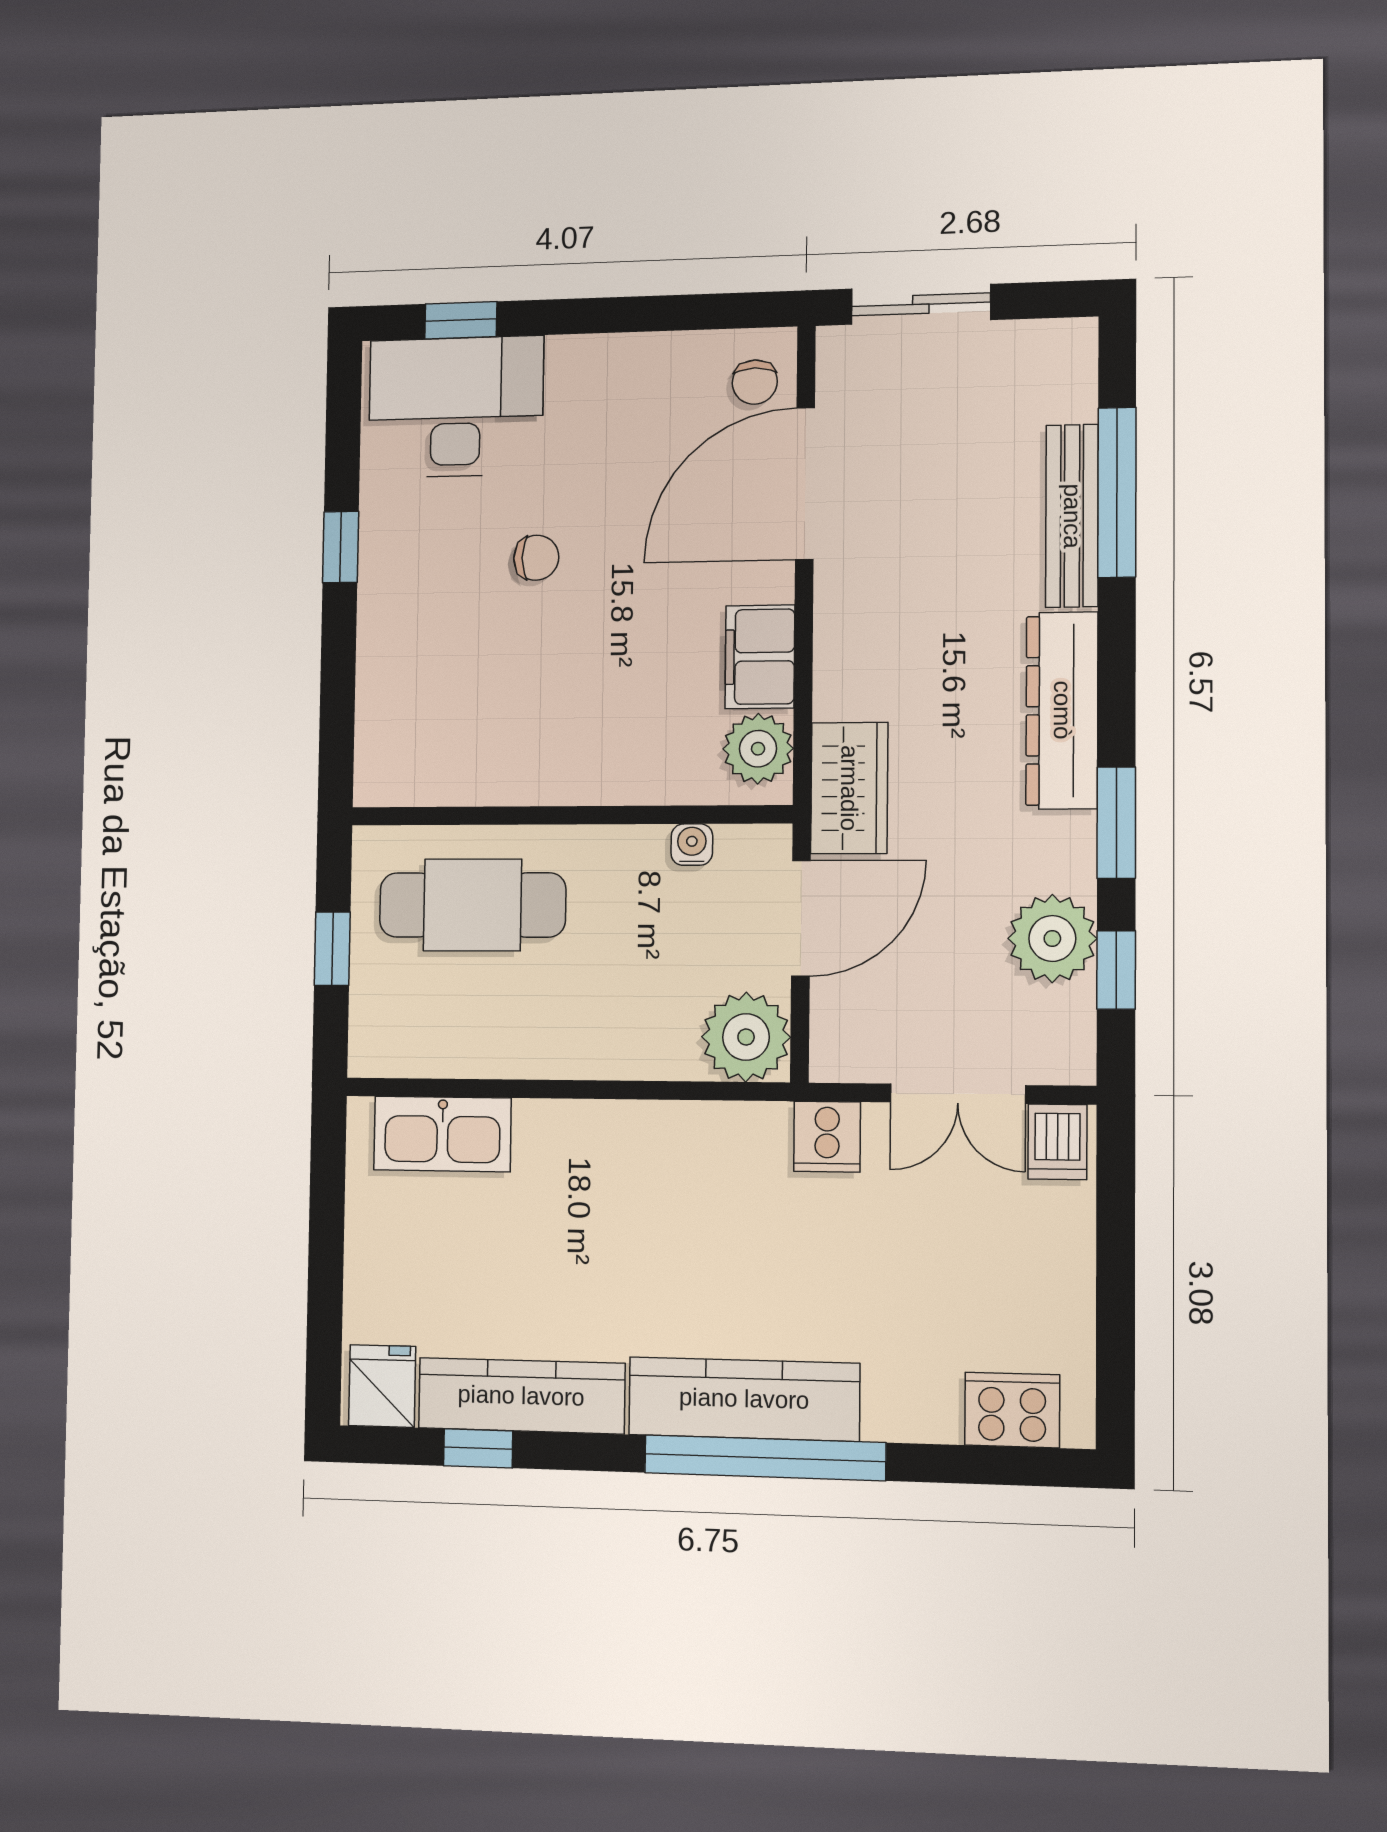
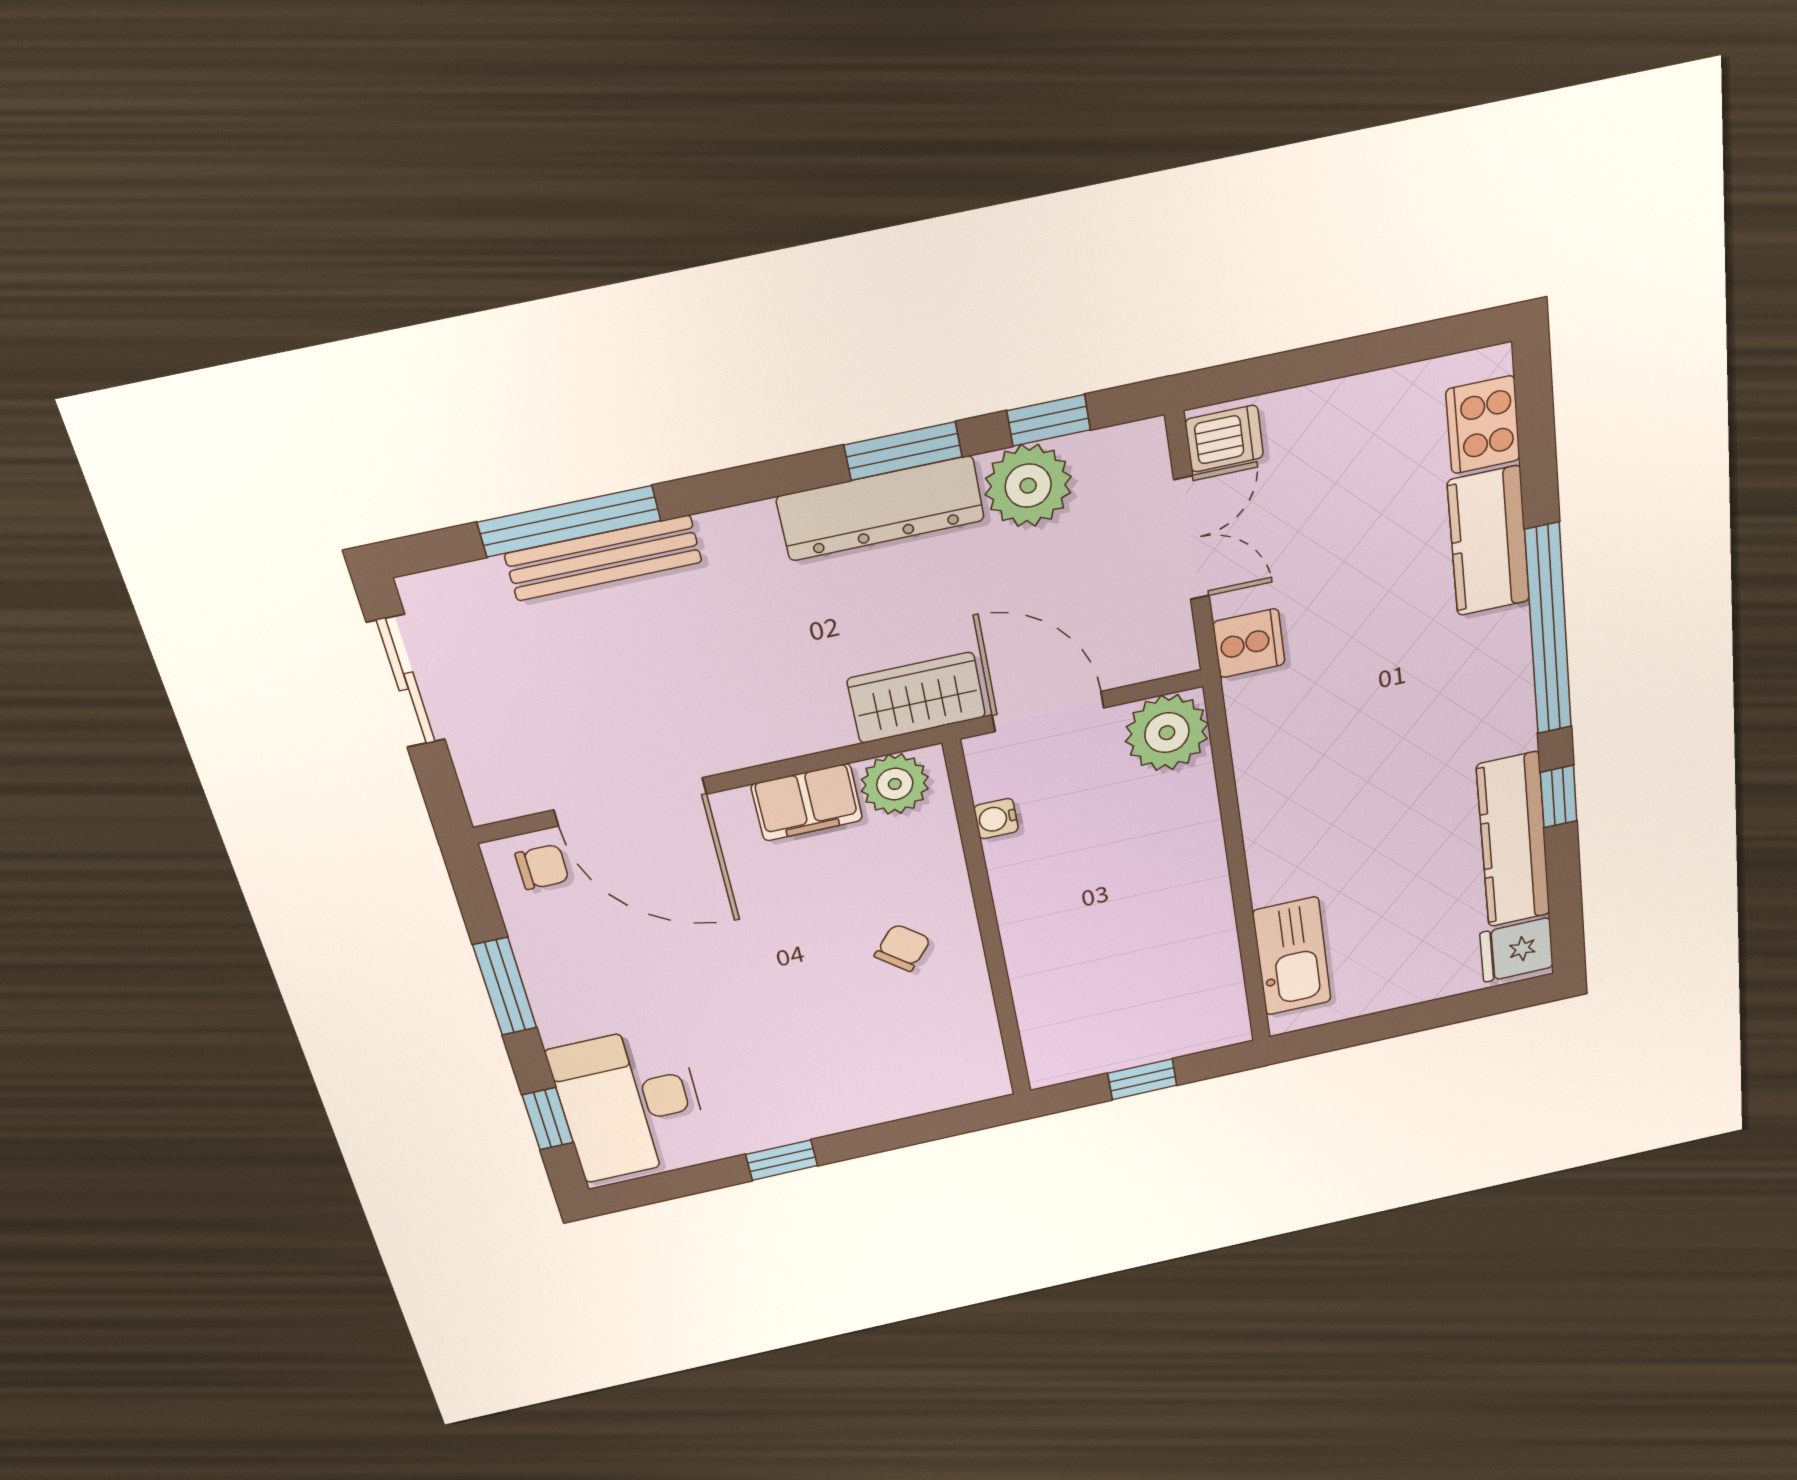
sliding door: (921, 304) -> (406, 681), moved
window: (629, 314) -> (505, 986), added
chair: (536, 558) -> (903, 948), moved, turned 40
dresser: (1062, 710) -> (881, 508), moved
cafe table: (472, 905) -> (1084, 982), removed
kitchen counter: (744, 1399) -> (1489, 541), moved, width x0.67
window: (478, 1448) -> (1559, 797), moved

